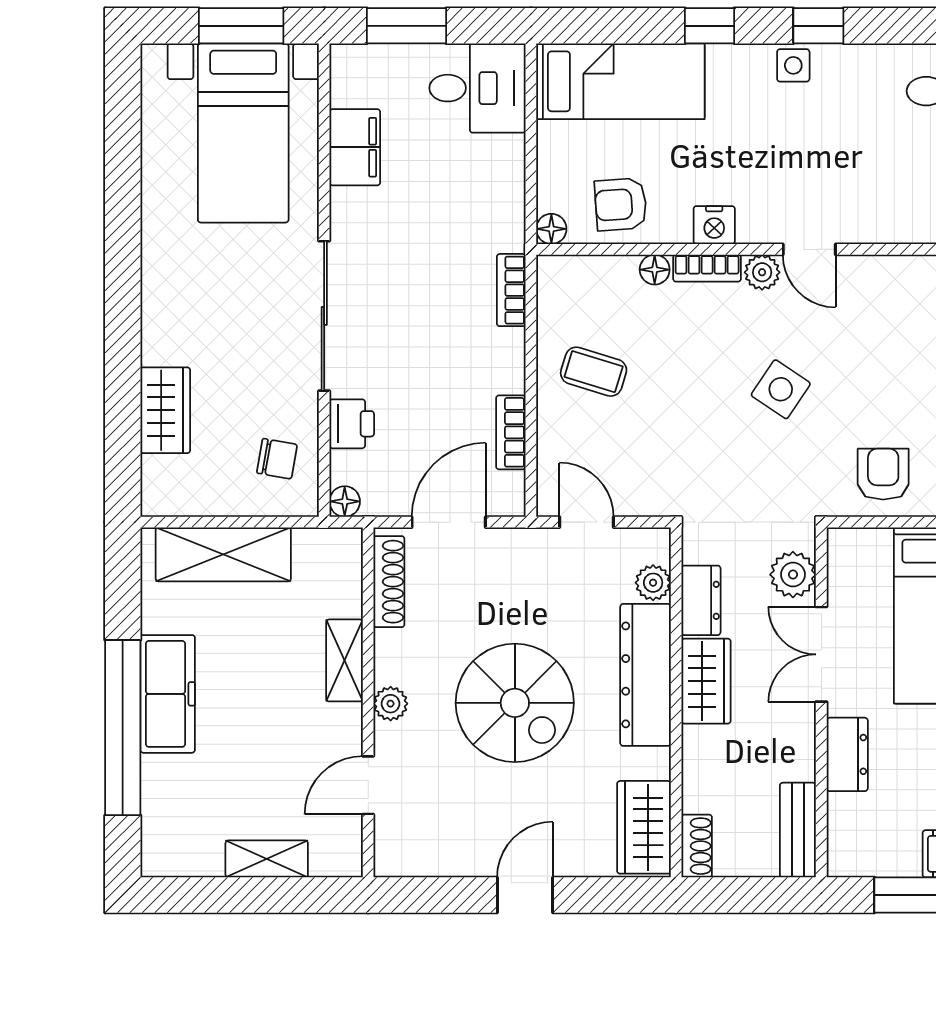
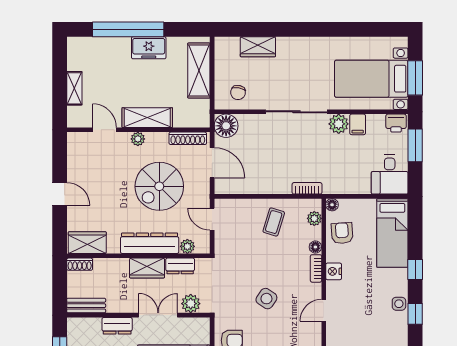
filing cabinet: (355, 147) -> (358, 124), width x0.50
plant: (354, 213) -> (339, 124), added
plant: (762, 272) -> (314, 218), moved
printer: (352, 424) -> (396, 123), moved
bookcase: (511, 432) -> (249, 188), removed
floor lamp: (345, 501) -> (226, 126), width x1.89, depth x1.89
door: (586, 522) -> (212, 219), swing flipped
shelving: (344, 660) -> (147, 118), width x1.50, depth x1.33
freezer: (168, 694) -> (149, 48), width x0.71
spiral stairs: (515, 703) -> (159, 186), moved

